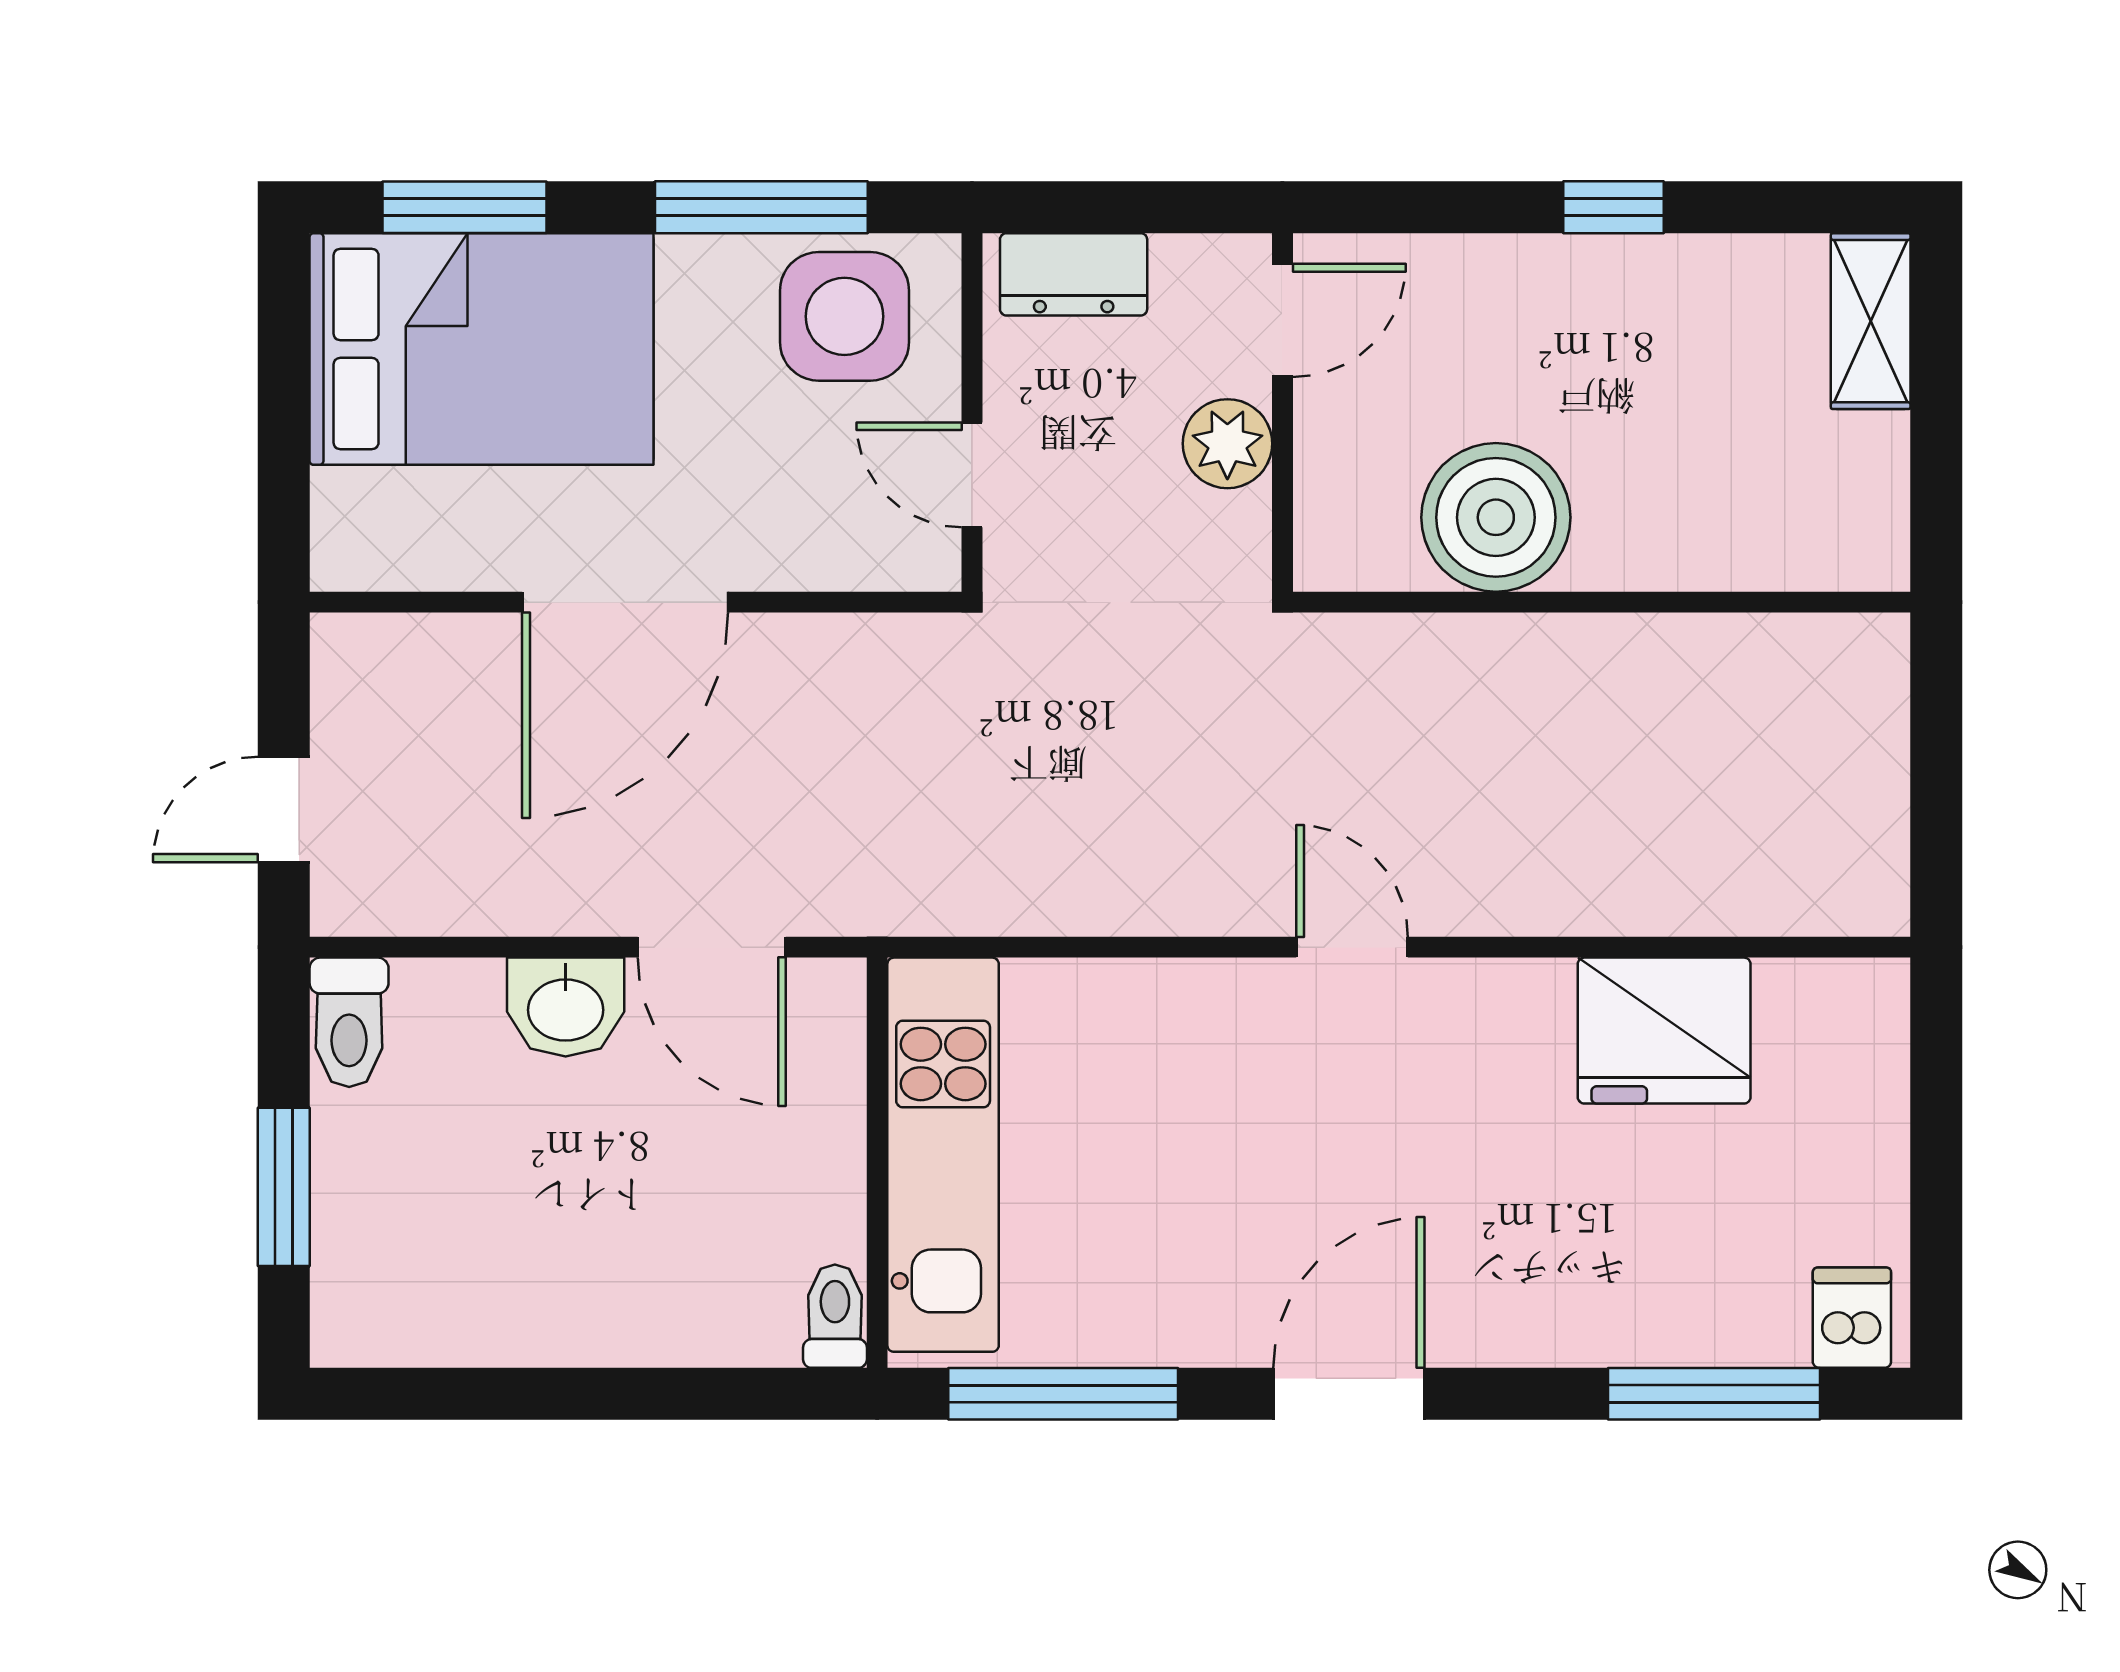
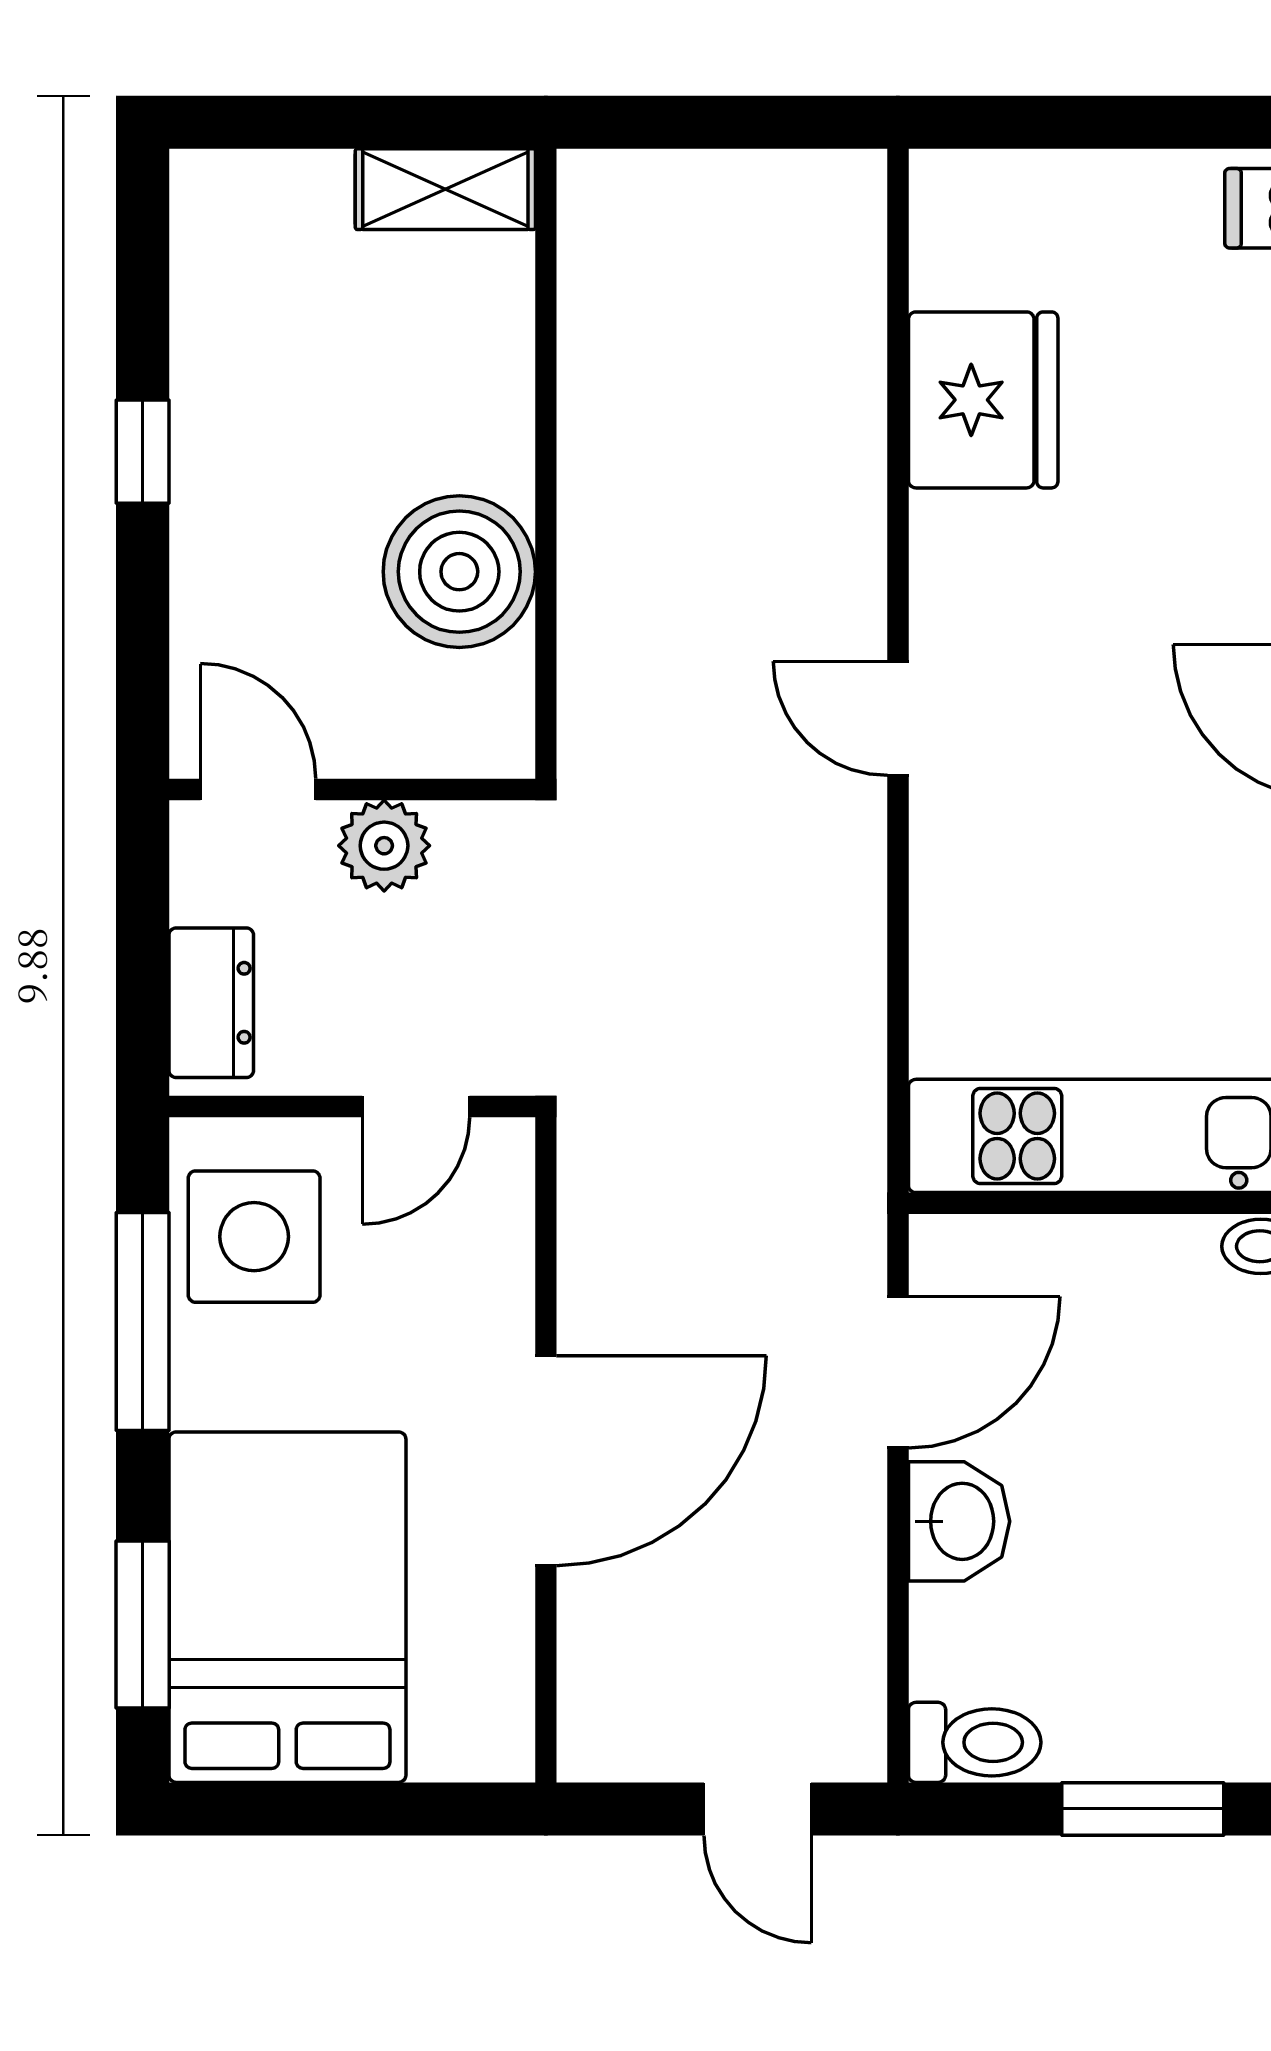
shelving: (1871, 321) -> (445, 189), moved
door: (625, 602) -> (546, 1461), hinge flipped
door: (1352, 947) -> (898, 718), hinge flipped

